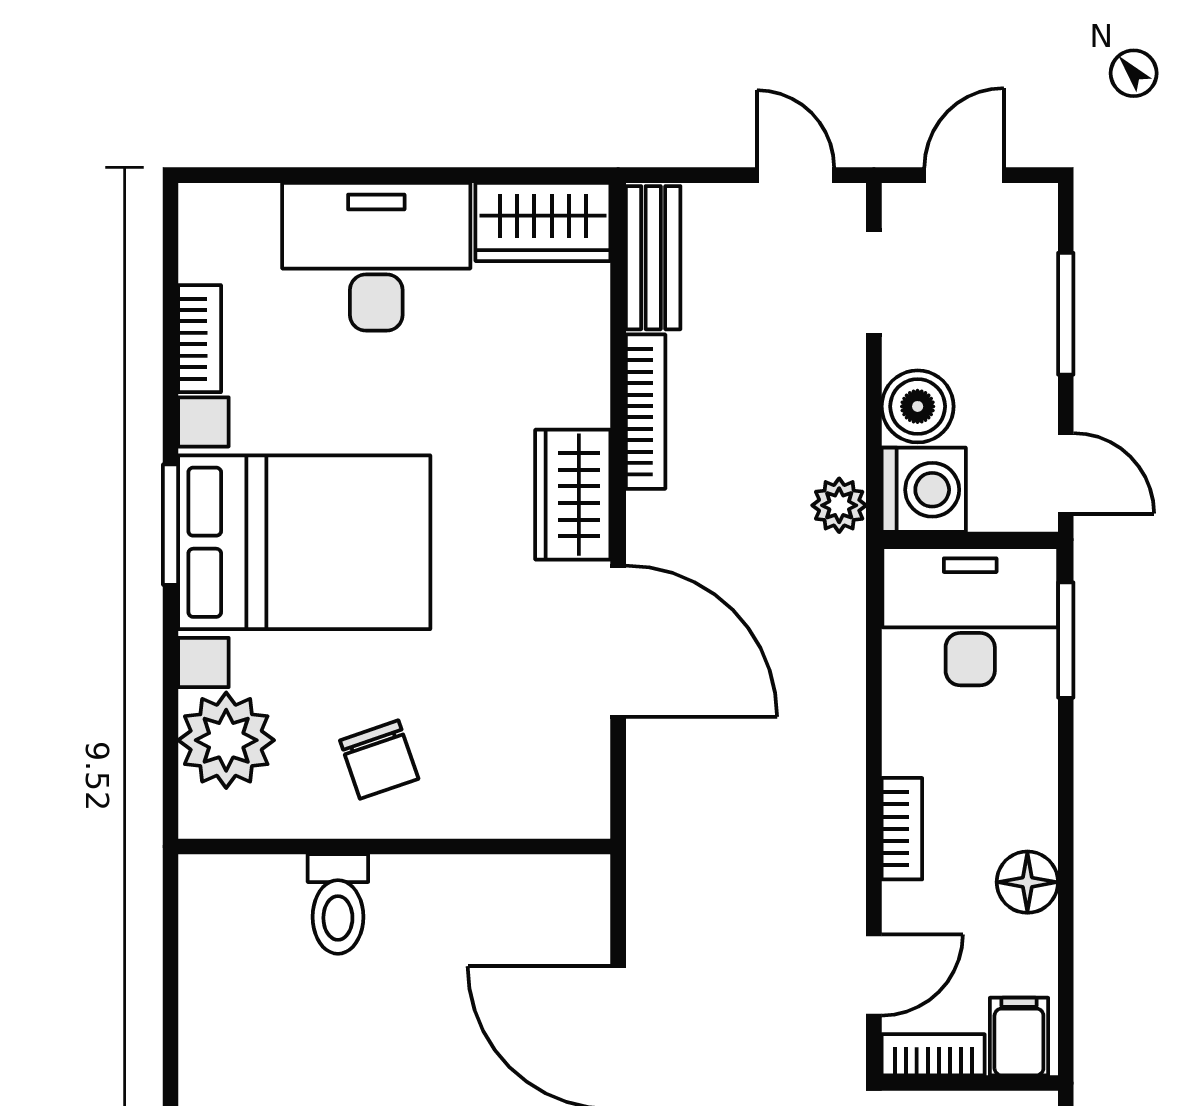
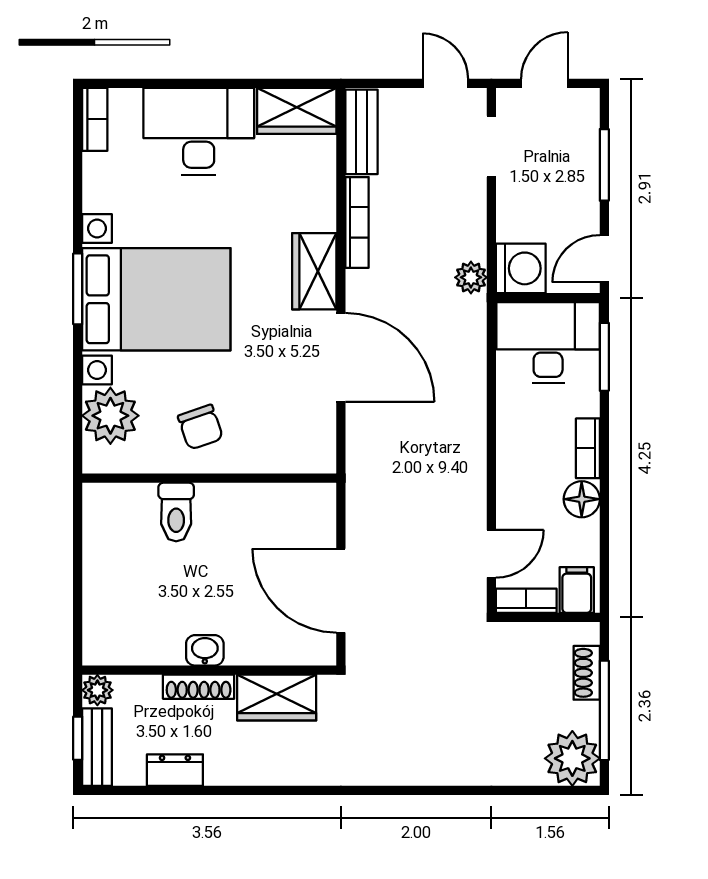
bookcase: (200, 339) -> (95, 119), moved
boiler: (918, 406) -> (517, 219), removed
door: (1066, 473) -> (604, 259), swing flipped
bookcase: (902, 829) -> (588, 448), moved, turned 180

